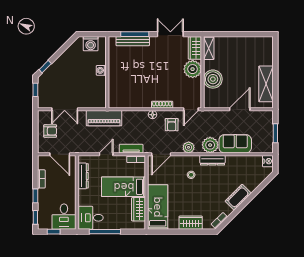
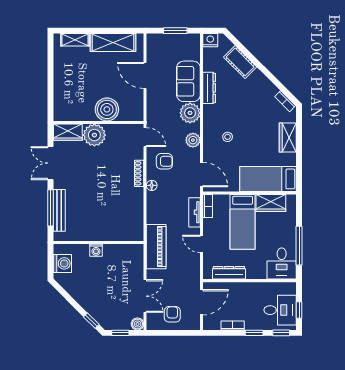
shelving: (209, 48) -> (75, 40), moved
boiler: (43, 103) -> (138, 324), added
dresser: (212, 160) -> (209, 88), moved
cot: (238, 197) -> (240, 62), moved
desk: (64, 217) -> (280, 310), moved

